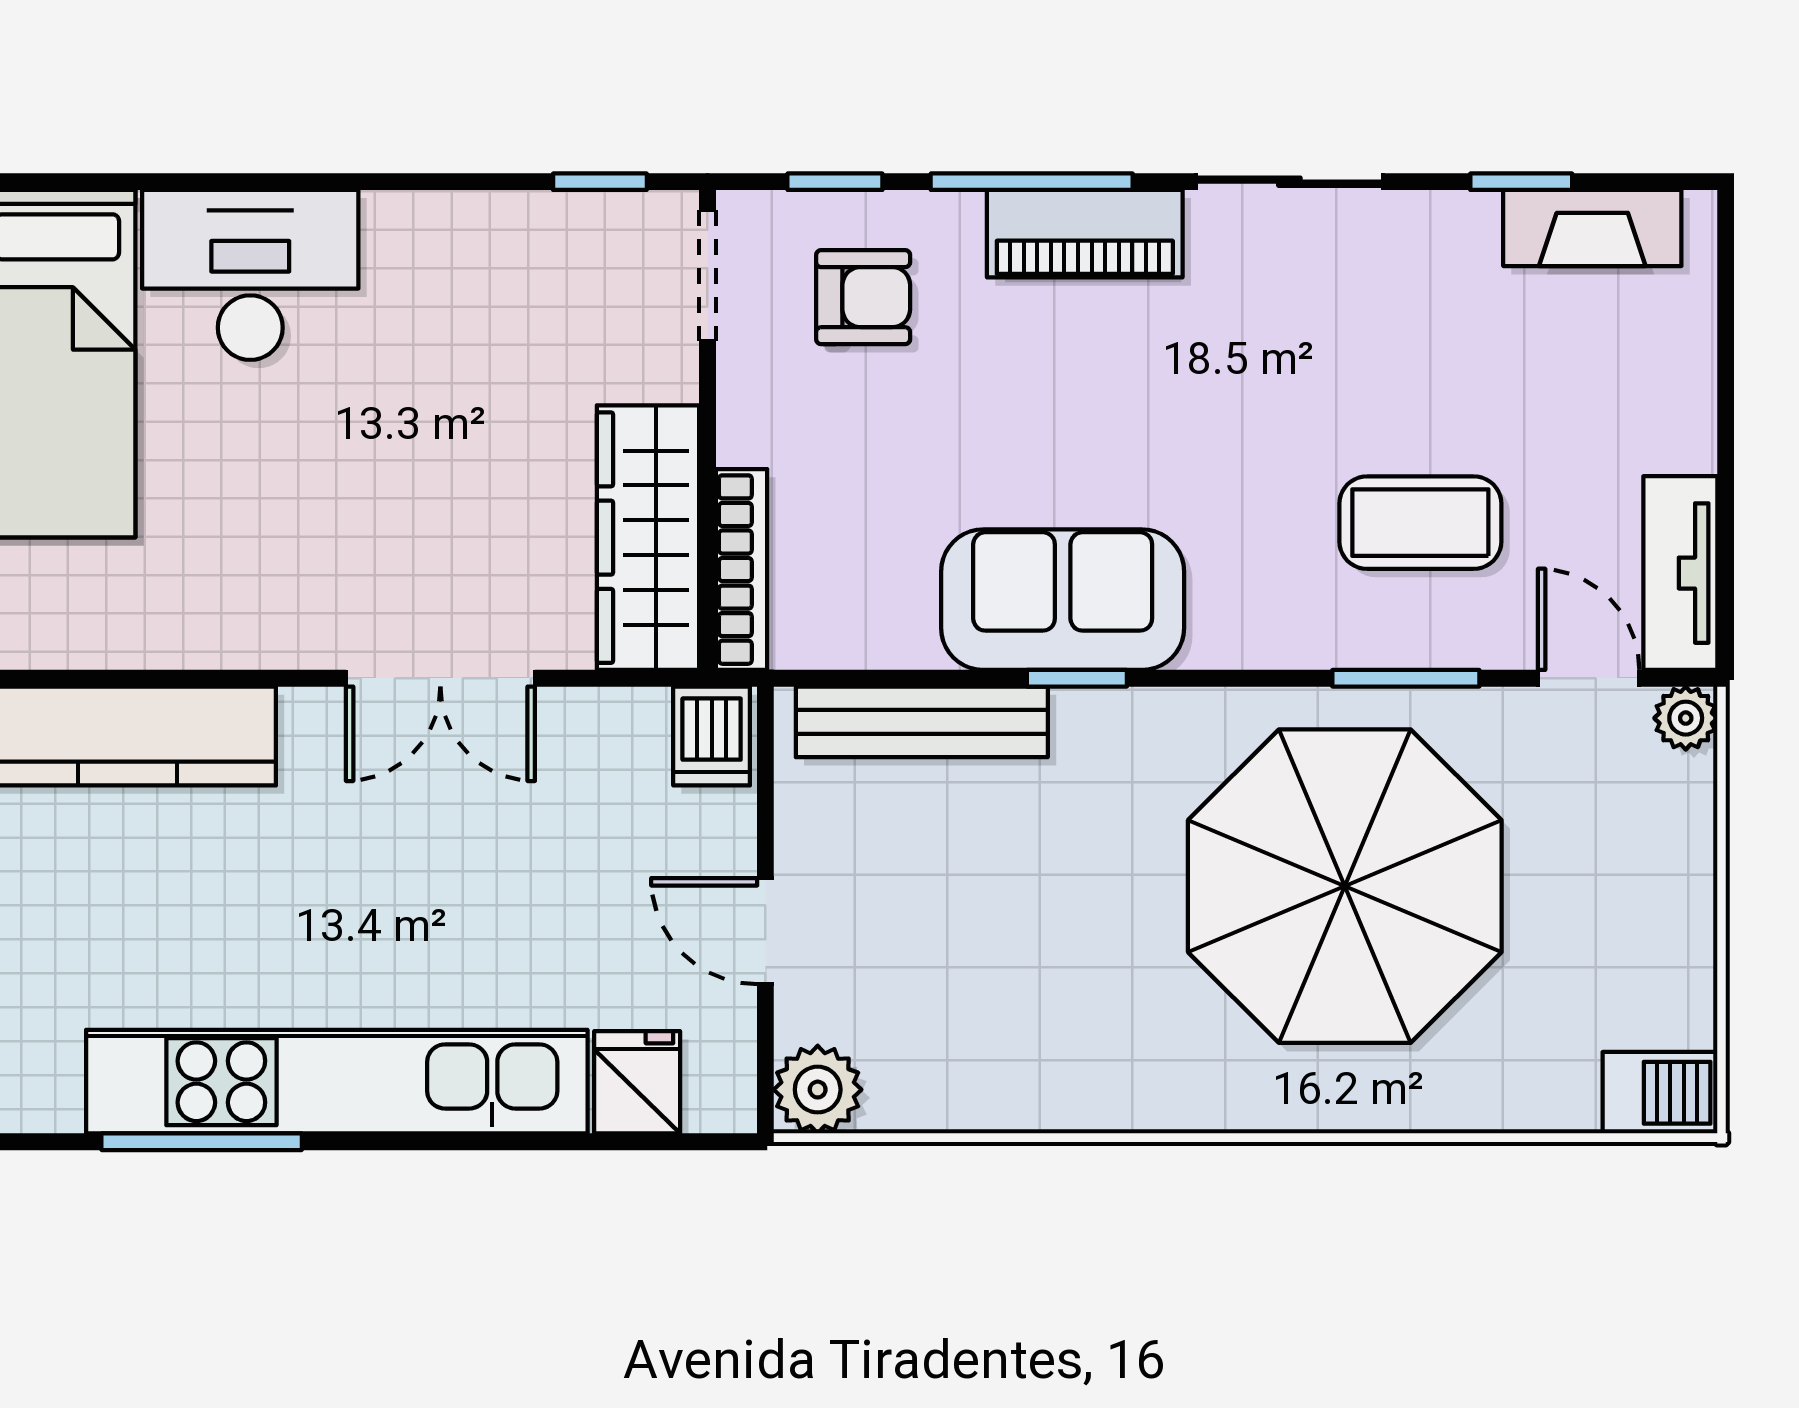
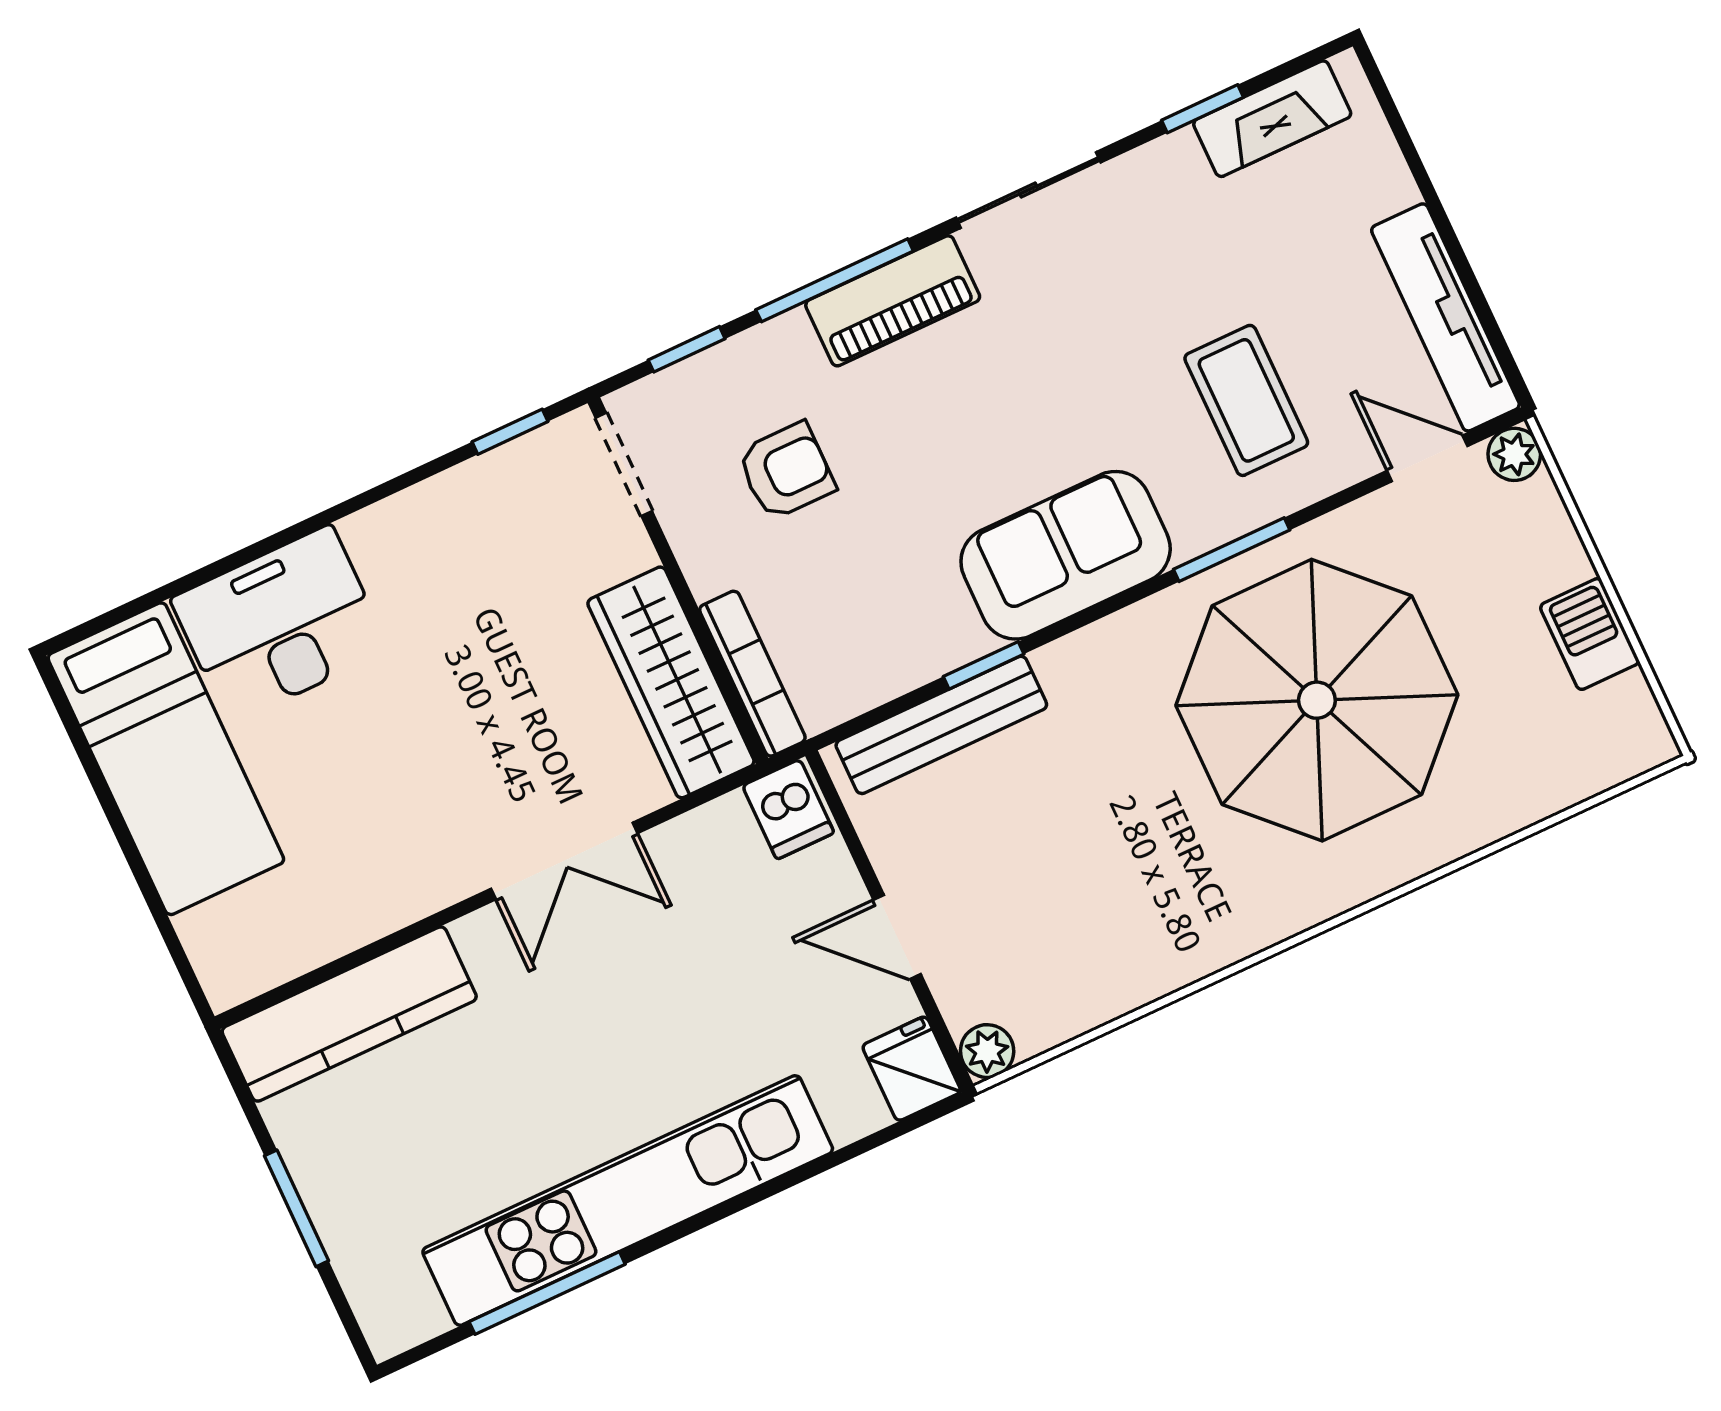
armchair: (863, 297) -> (786, 471), moved
coffee table: (1420, 523) -> (1246, 400), turned 90
tv unit: (1680, 573) -> (1445, 317), width x1.41
sofa: (1063, 600) -> (1066, 555), moved
window: (1077, 678) -> (984, 665), moved
window: (1406, 678) -> (1232, 550), moved
fridge: (637, 1082) -> (912, 1069), moved
plant: (818, 1090) -> (987, 1051), width x0.73, depth x0.73
barbecue: (1660, 1093) -> (1590, 634), moved, turned -90

